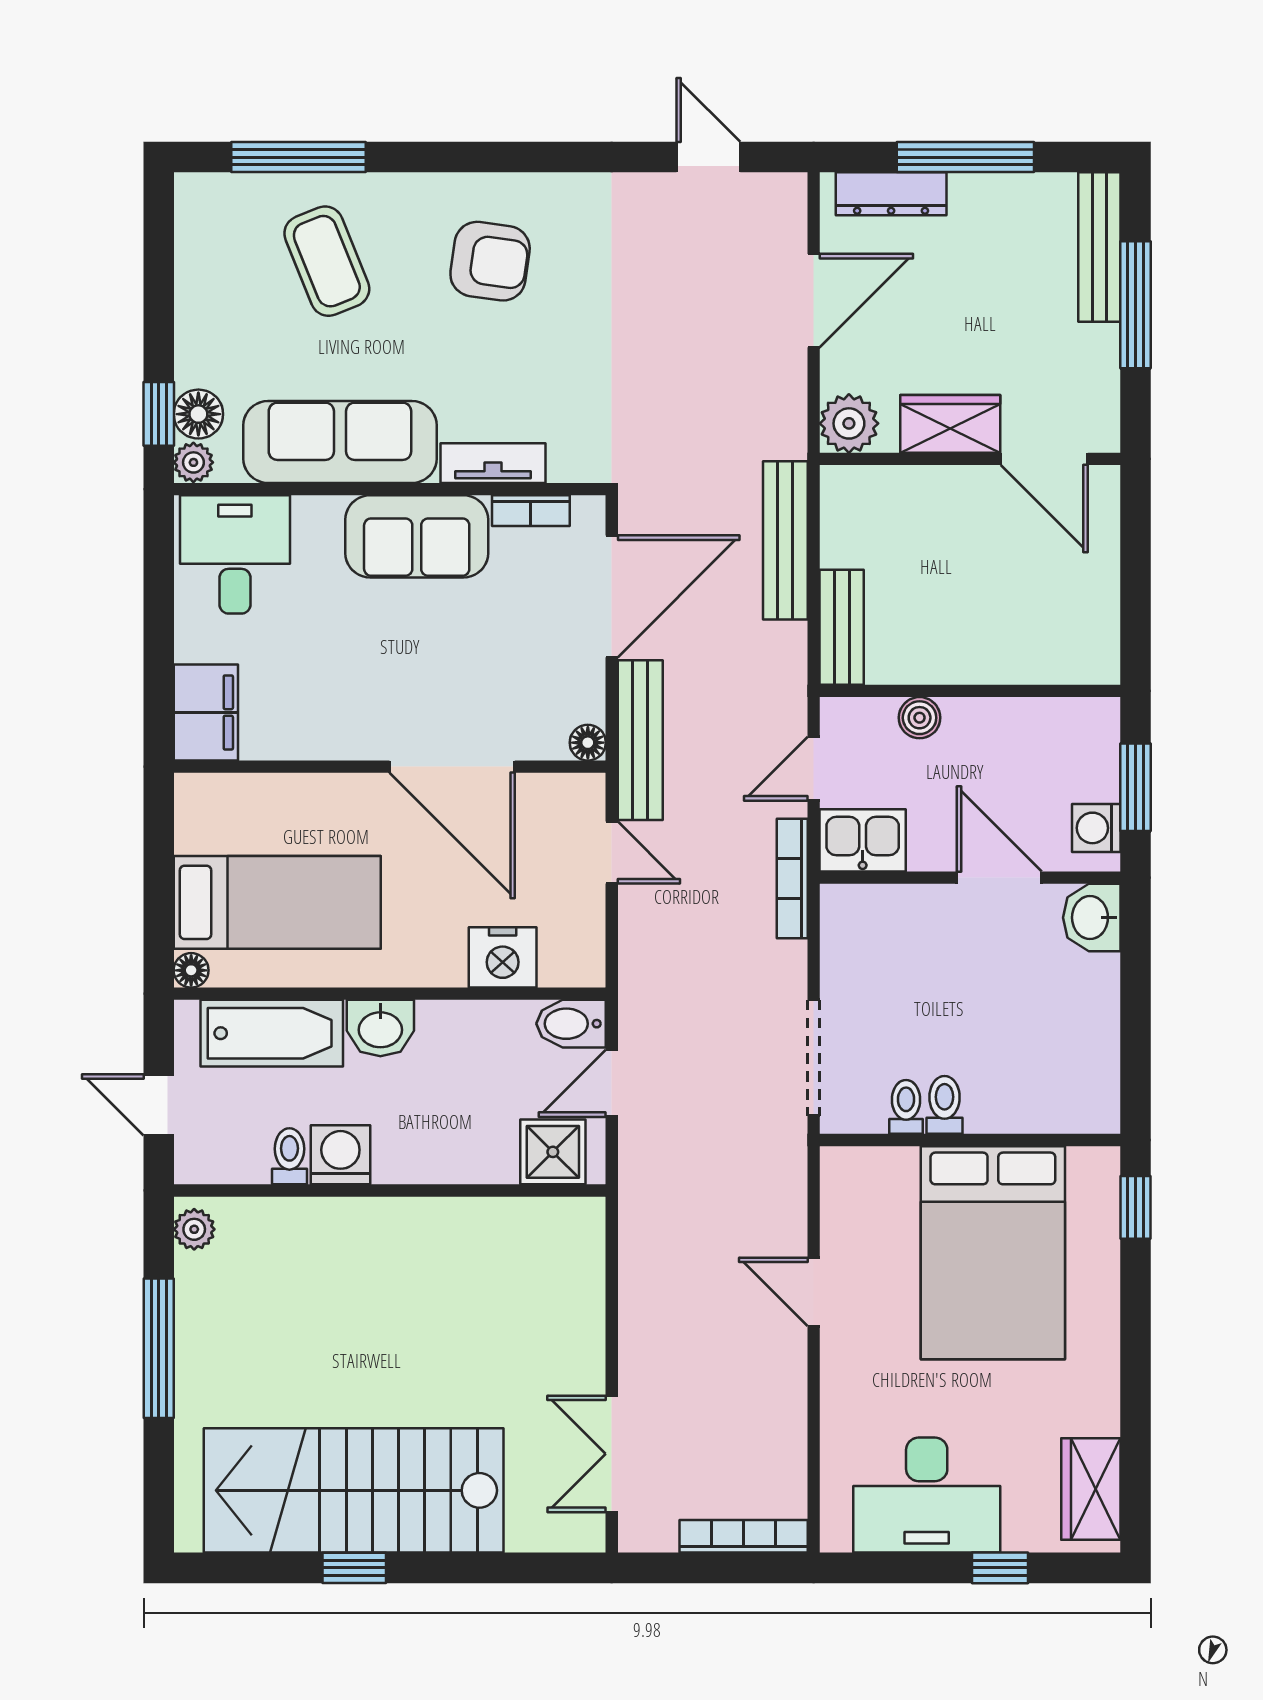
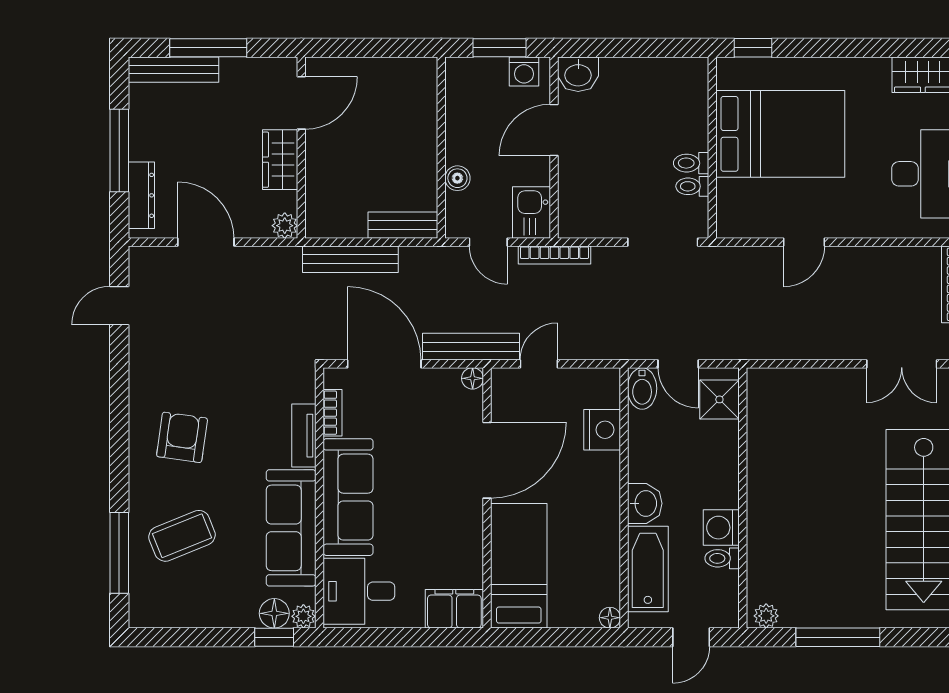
plant: (849, 423) -> (285, 226), width x0.73, depth x0.73
sofa: (417, 536) -> (348, 497), width x1.36
bed: (277, 902) -> (519, 566), moved

